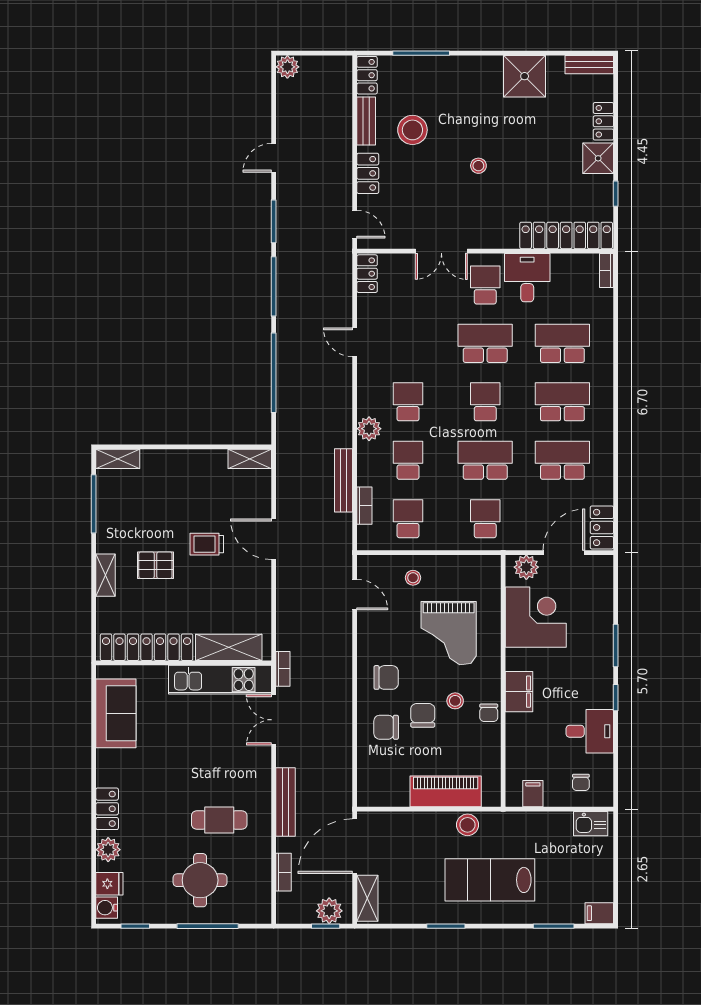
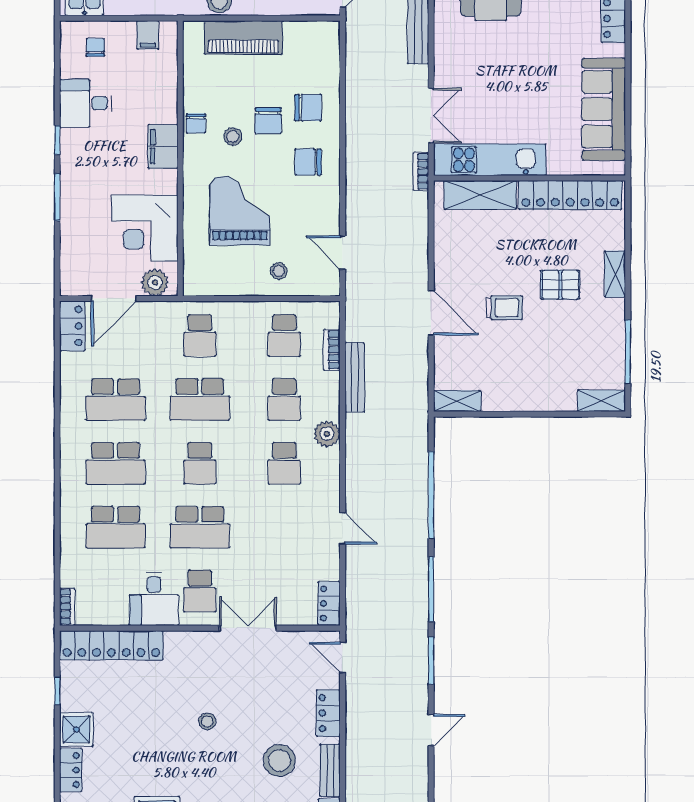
sofa: (116, 713) -> (604, 109), width x1.36
chair: (489, 713) -> (196, 123), turned 180

